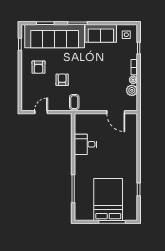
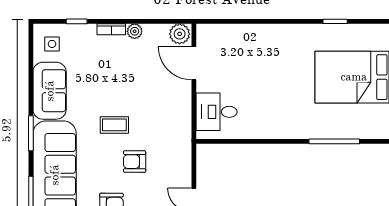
plant: (132, 90) -> (180, 34), moved
coffee table: (74, 102) -> (114, 125), moved
door: (116, 112) -> (194, 63), swing flipped
desk: (85, 144) -> (217, 112), moved, turned 90

